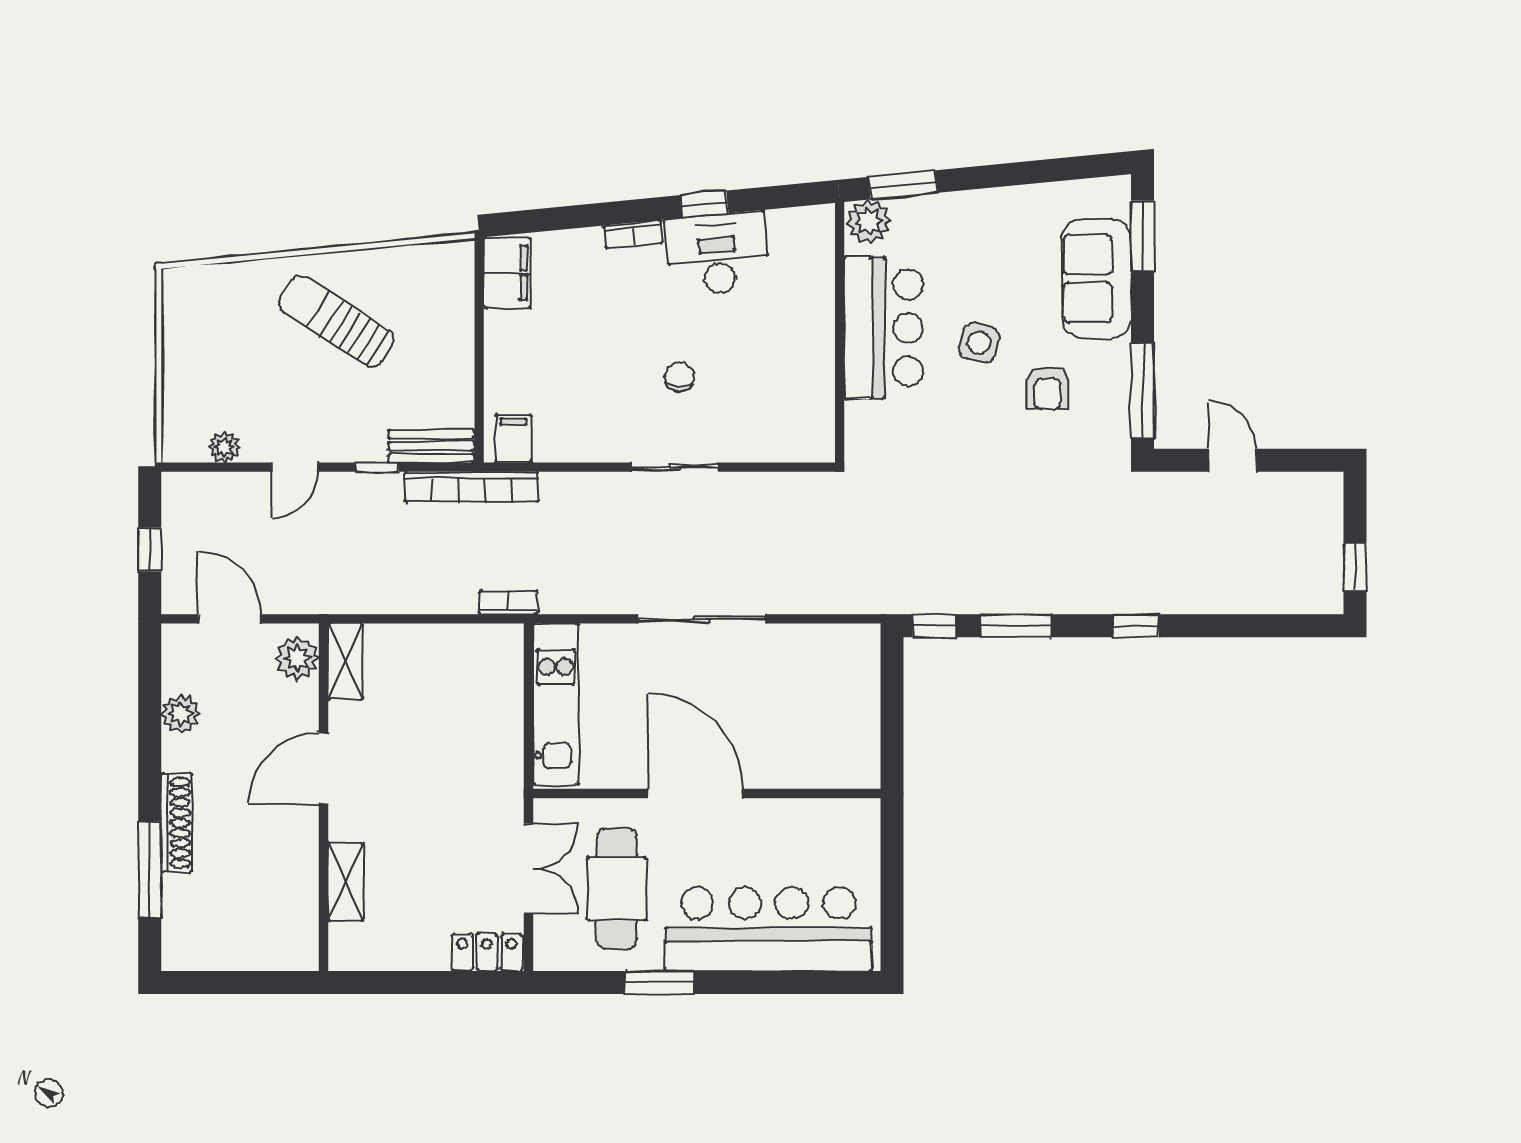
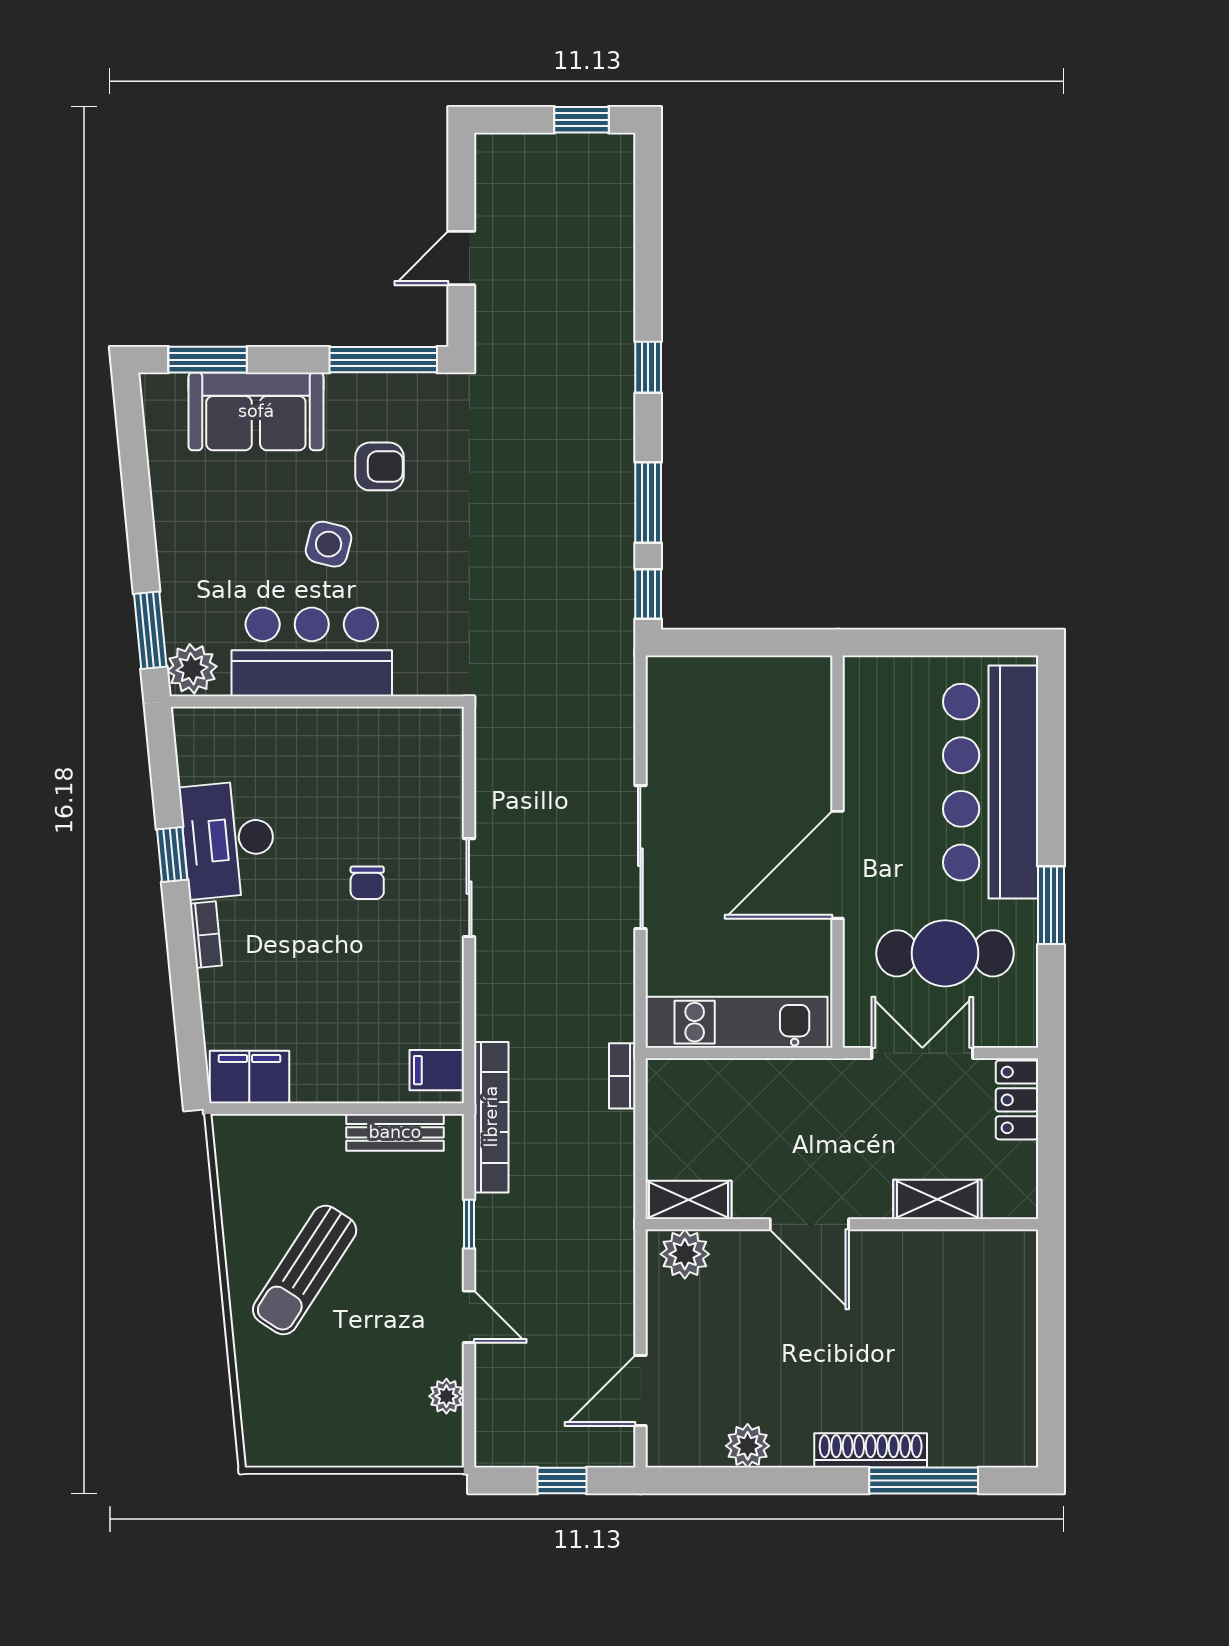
chair: (679, 377) -> (367, 883), turned -90
bench: (431, 446) -> (395, 1132), moved, turned 90
plant: (297, 658) -> (685, 1254), moved
shelving: (345, 662) -> (689, 1200), moved
door: (324, 769) -> (809, 1224), moved
wall: (324, 797) -> (842, 1224), moved
shelving: (346, 882) -> (937, 1199), moved

